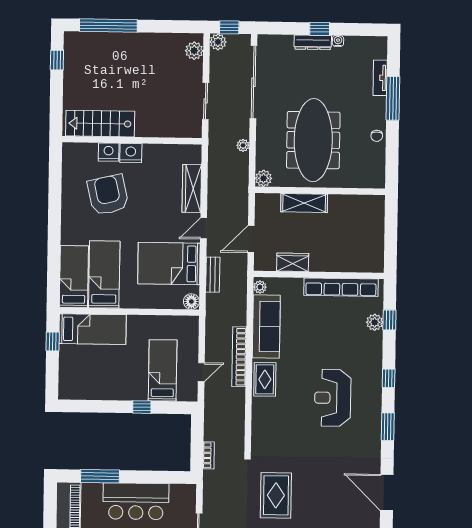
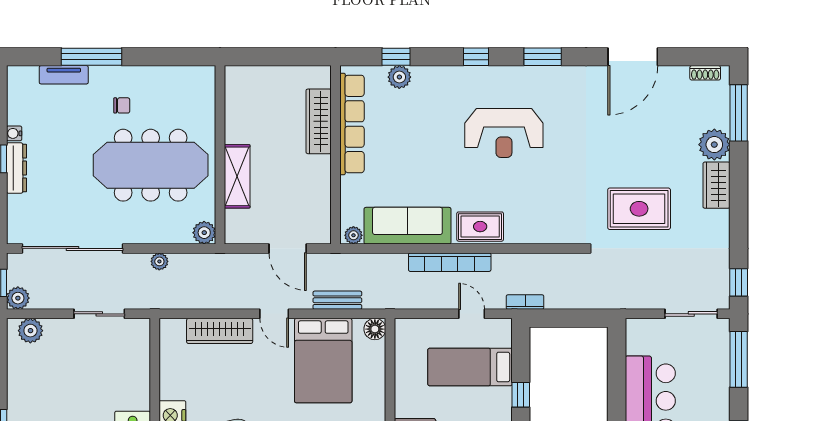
chair: (377, 136) -> (122, 105), moved
wardrobe: (293, 262) -> (319, 121), moved, width x1.50
bookcase: (209, 455) -> (525, 302), moved

